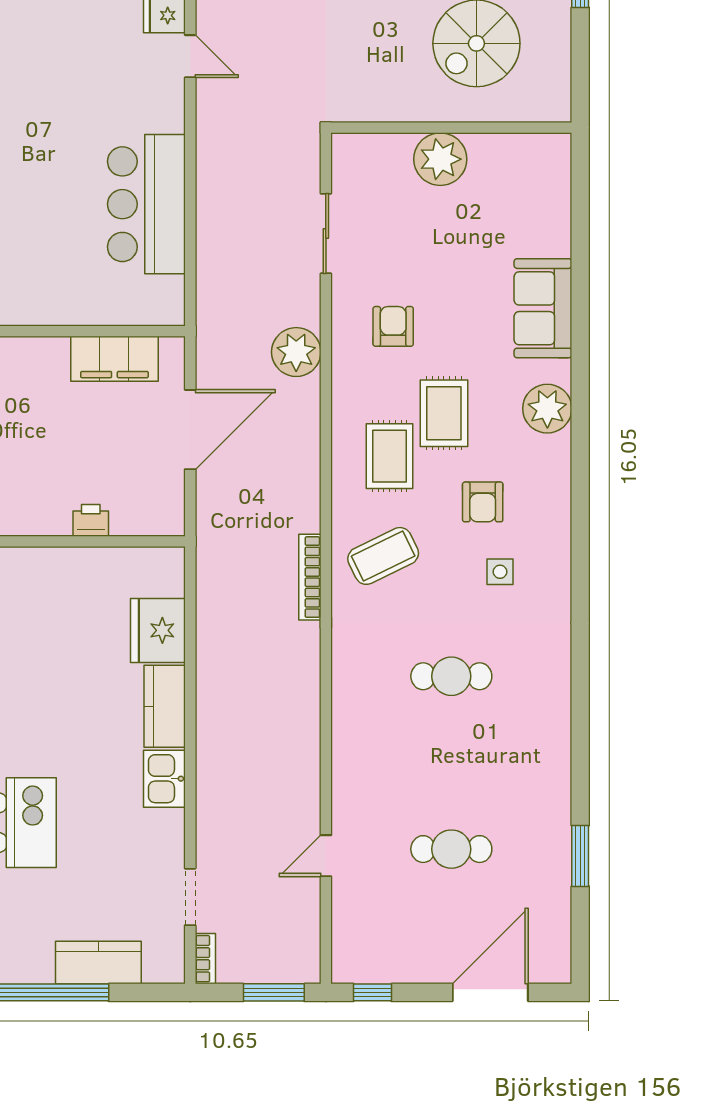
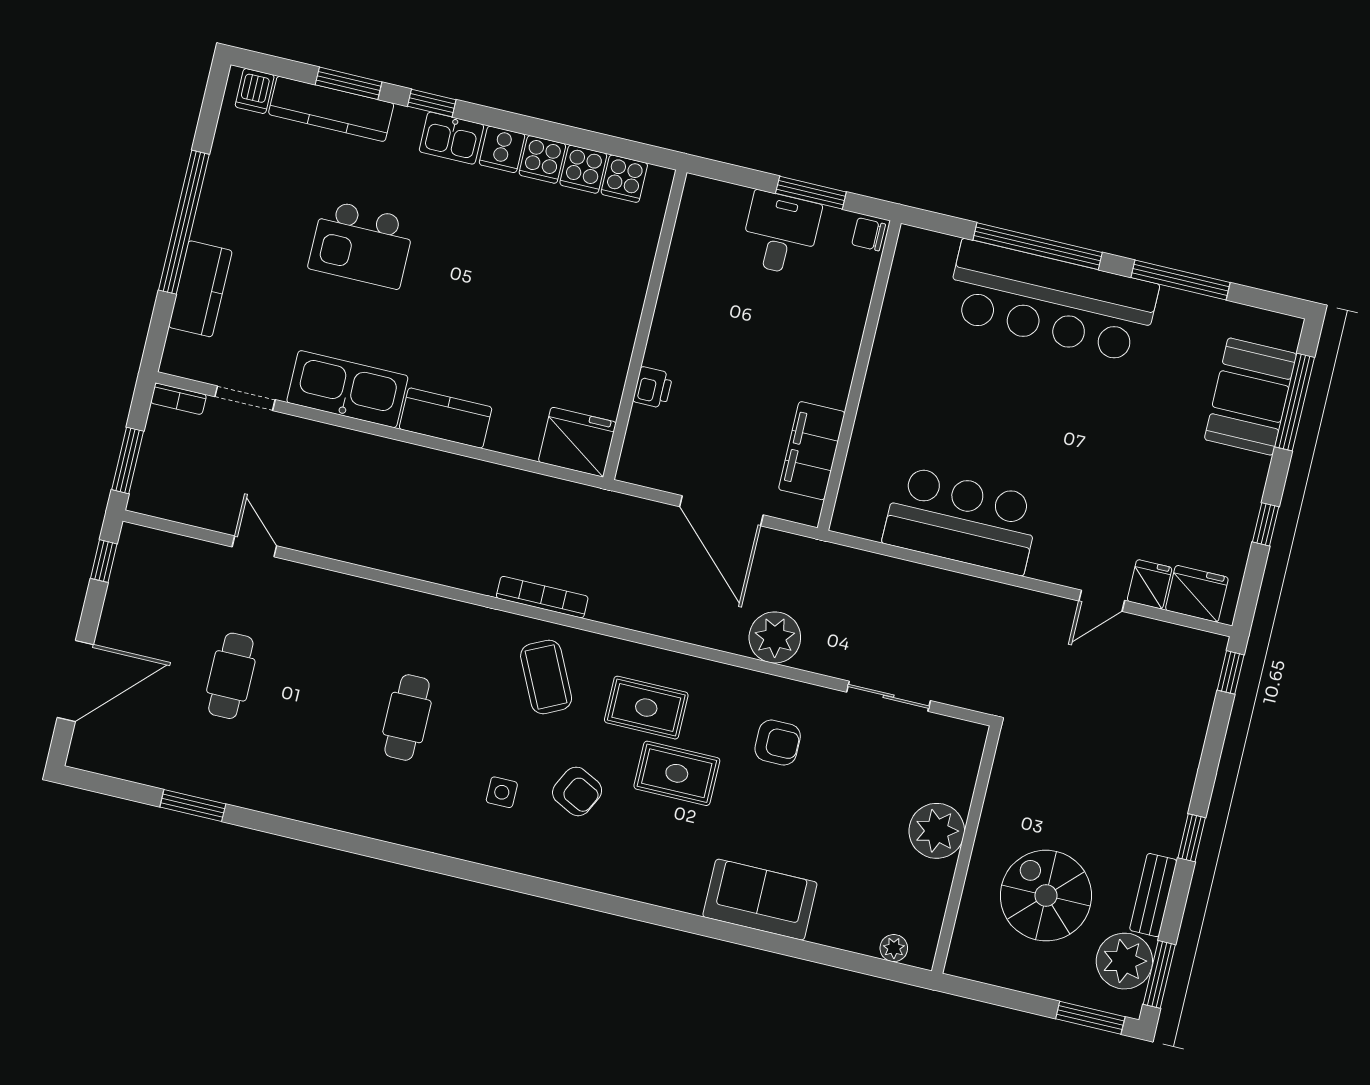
plant: (547, 409) -> (894, 948), moved, width x0.53, depth x0.53
armchair: (483, 502) -> (577, 791), turned -153
fridge: (158, 630) -> (577, 442), moved
kitchen sink: (164, 779) -> (347, 389), width x1.87, depth x1.24
door: (490, 992) -> (75, 681), hinge flipped

